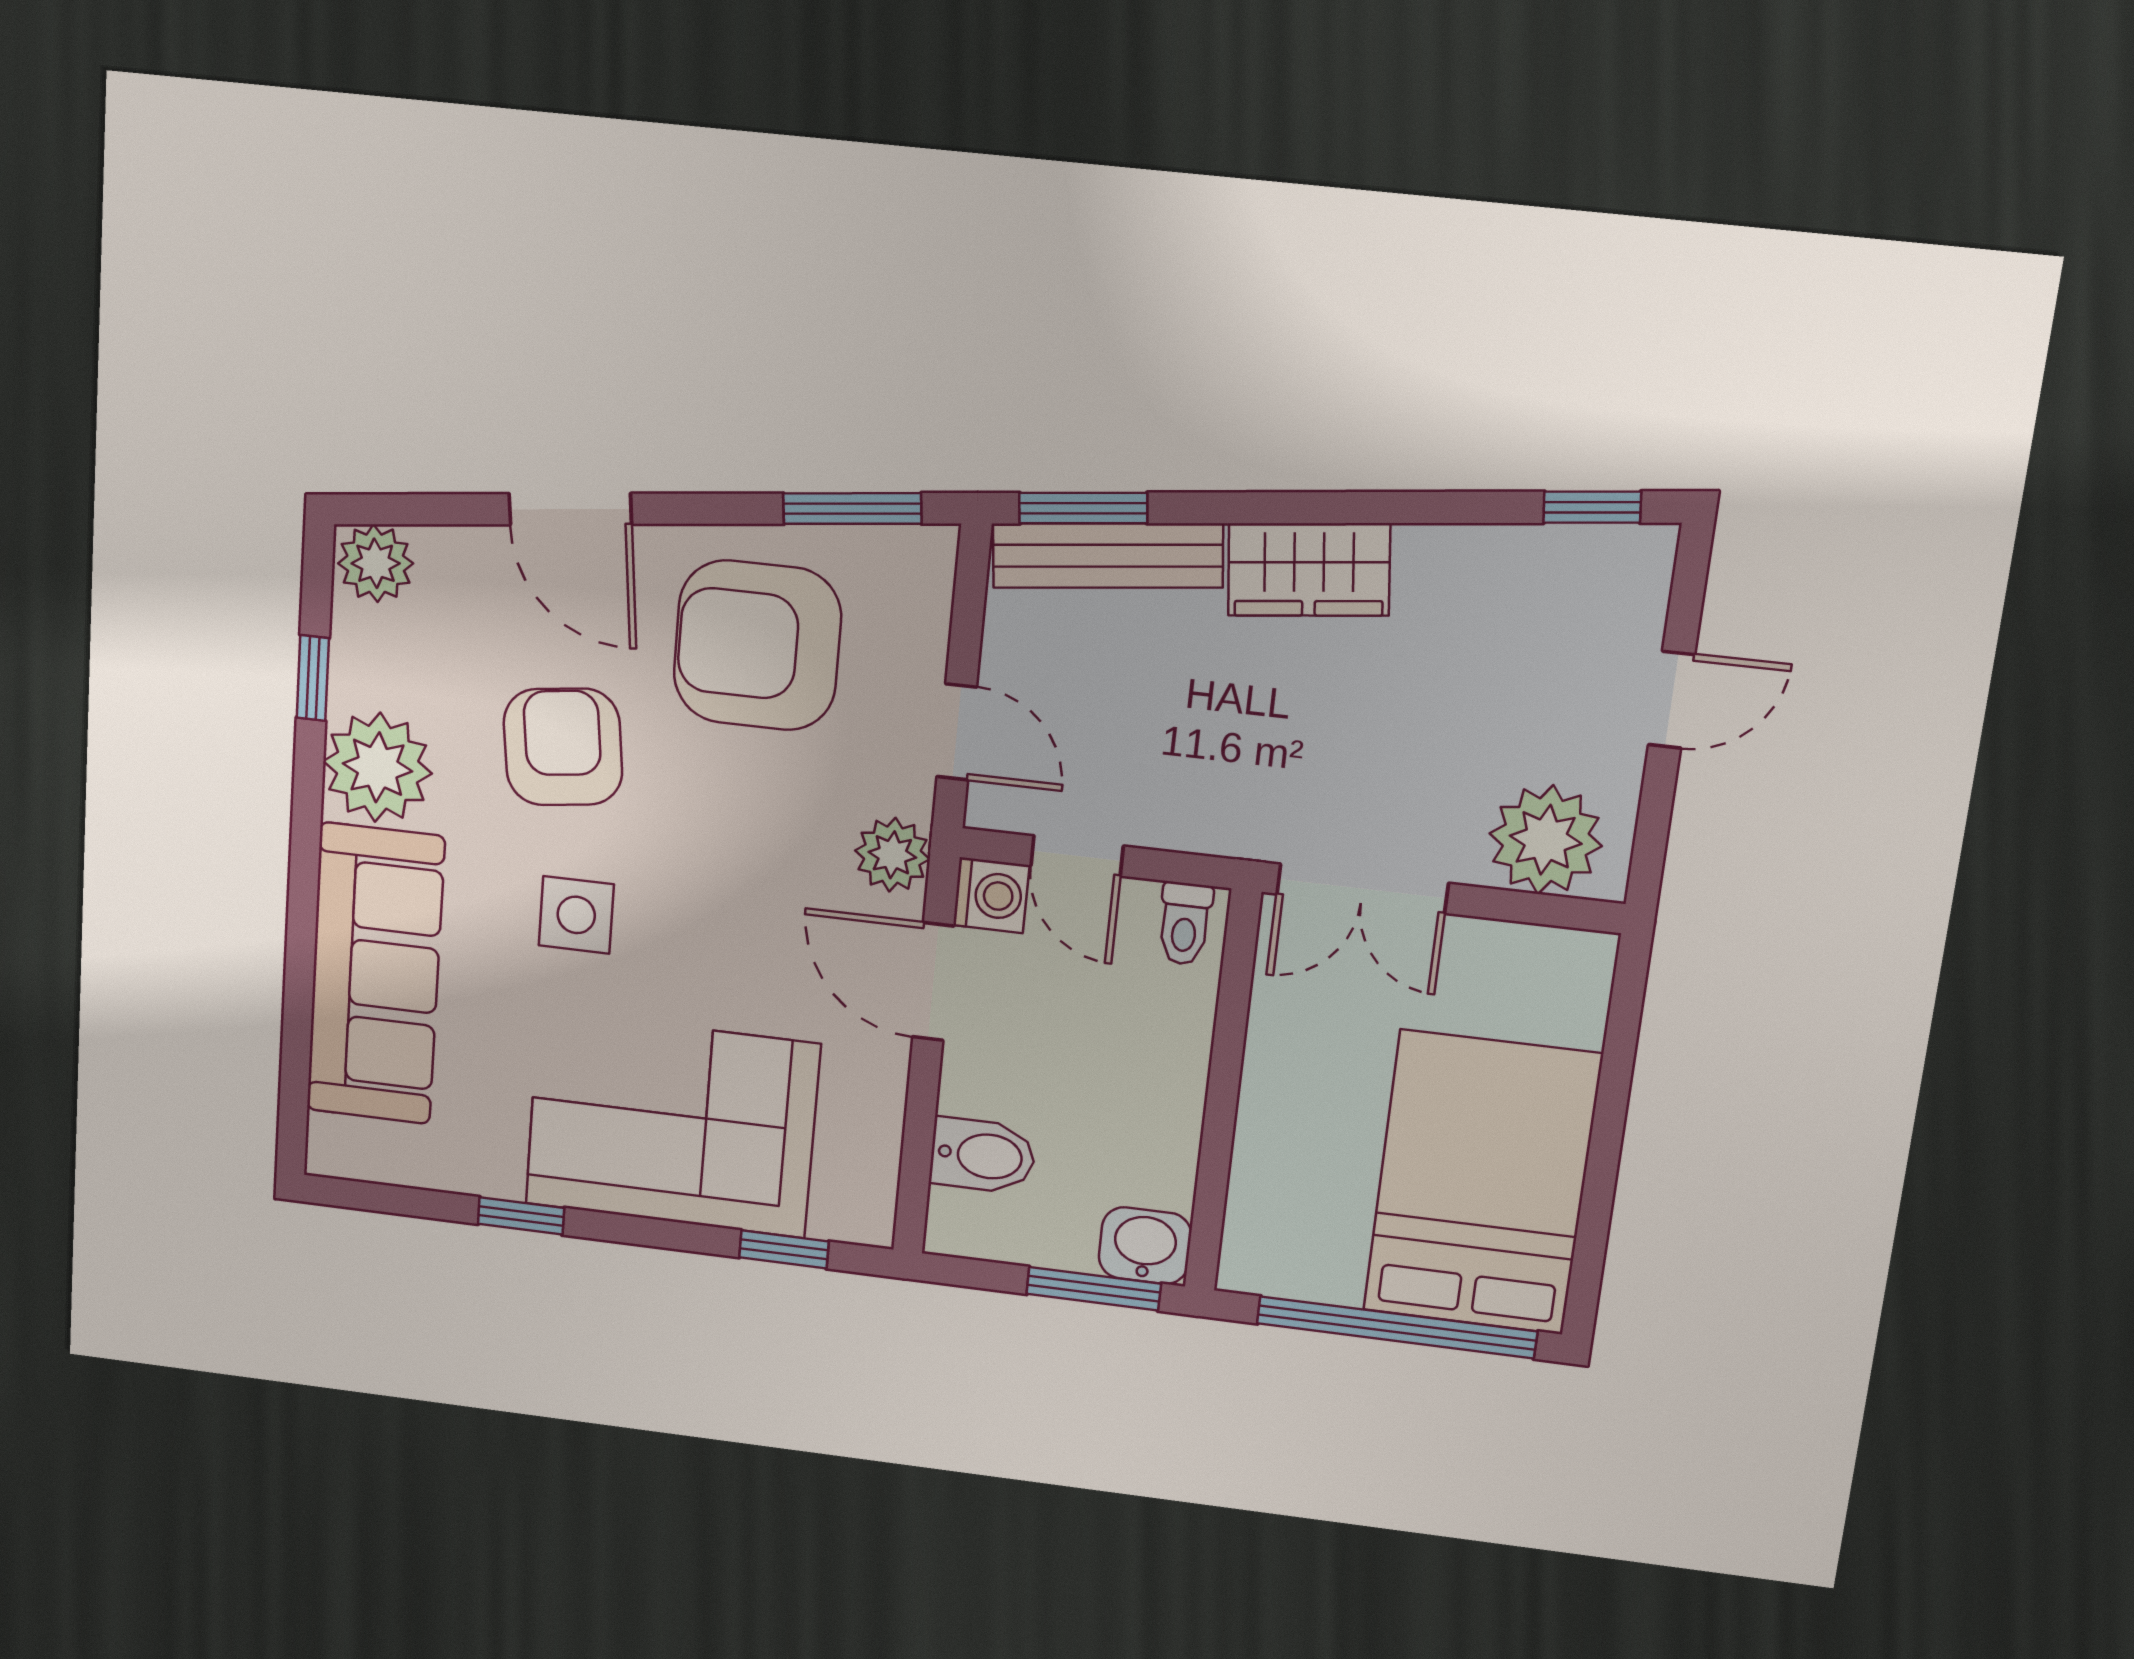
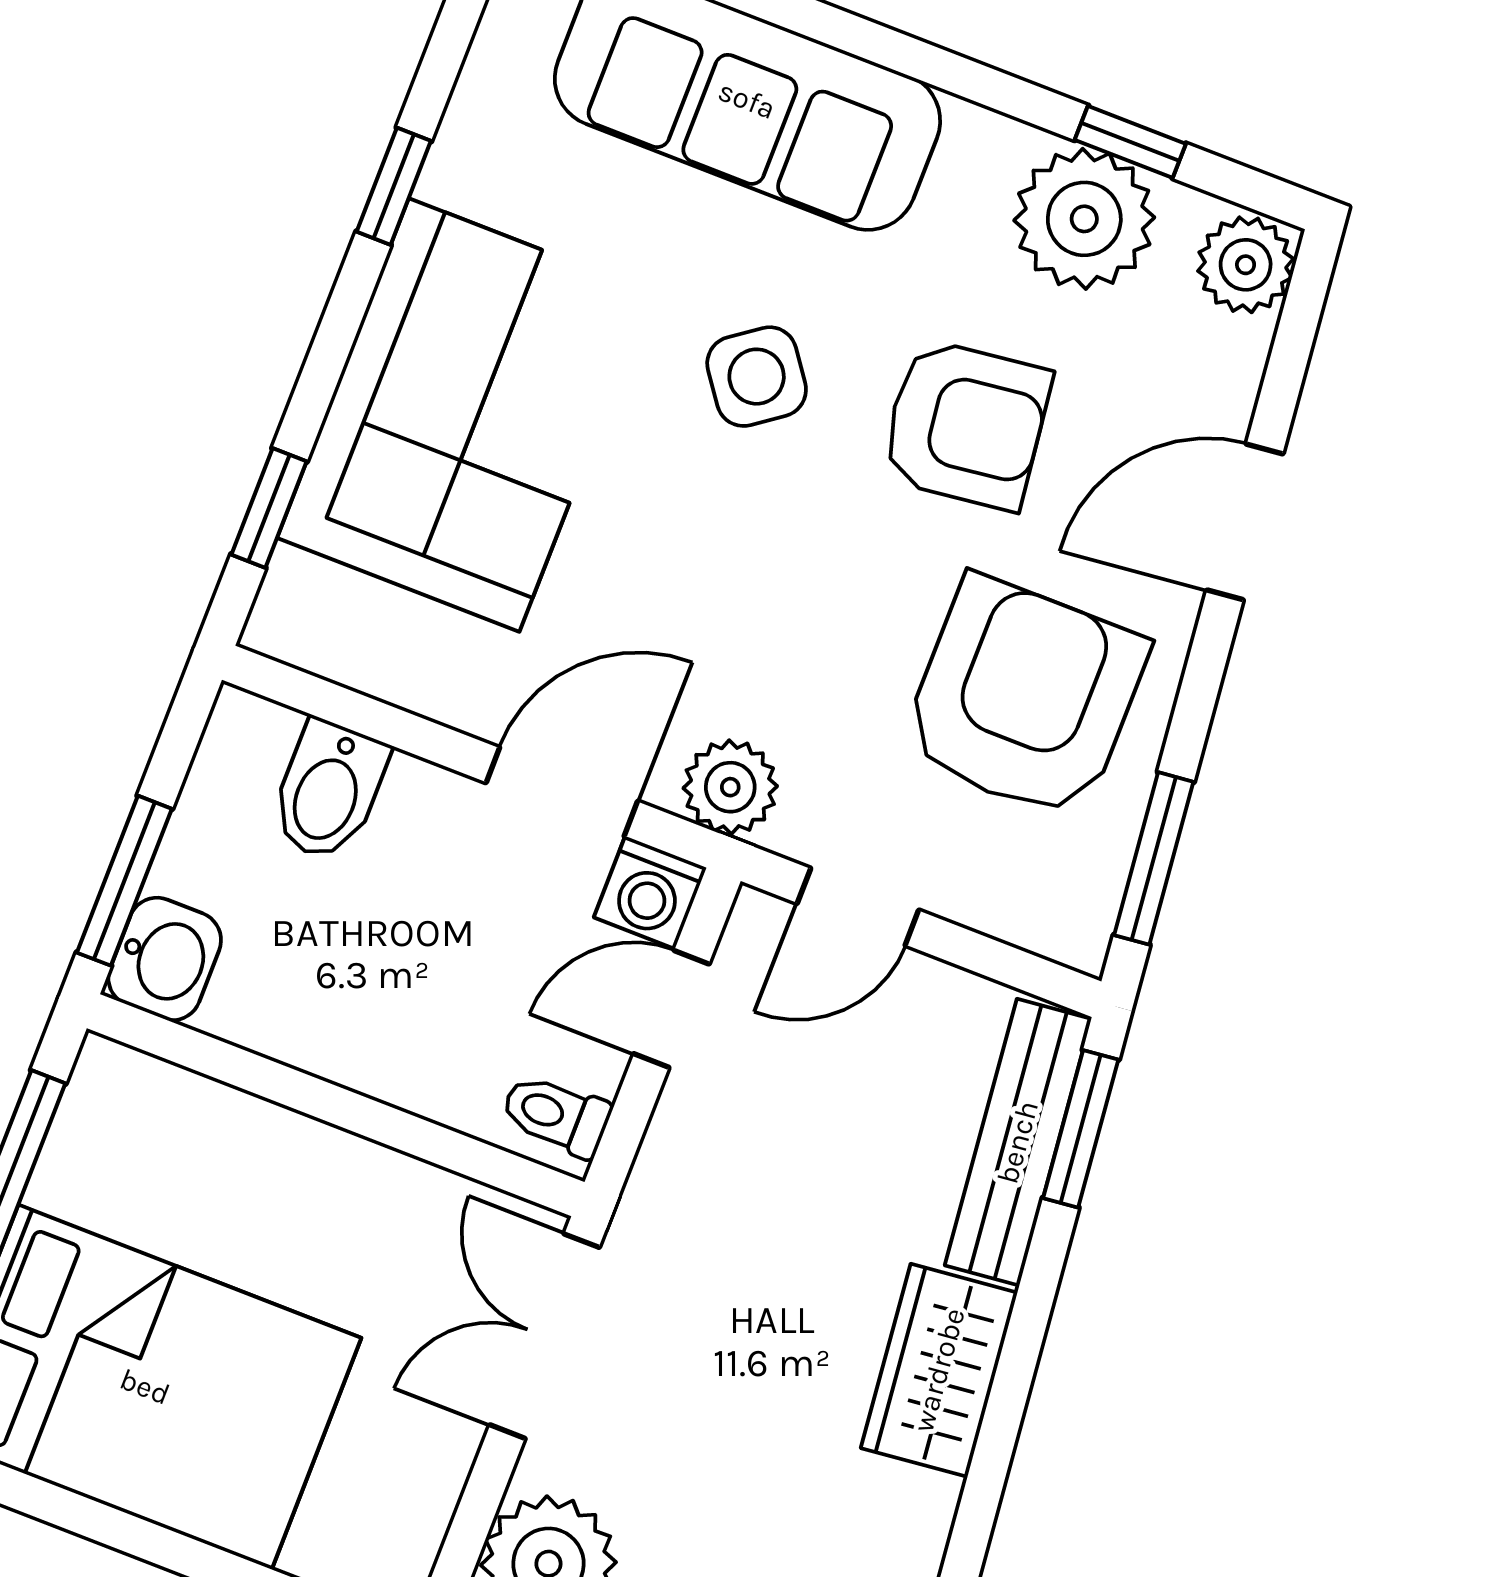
plant: (378, 767) -> (1084, 219), moved
side table: (576, 915) -> (757, 377), turned -36

